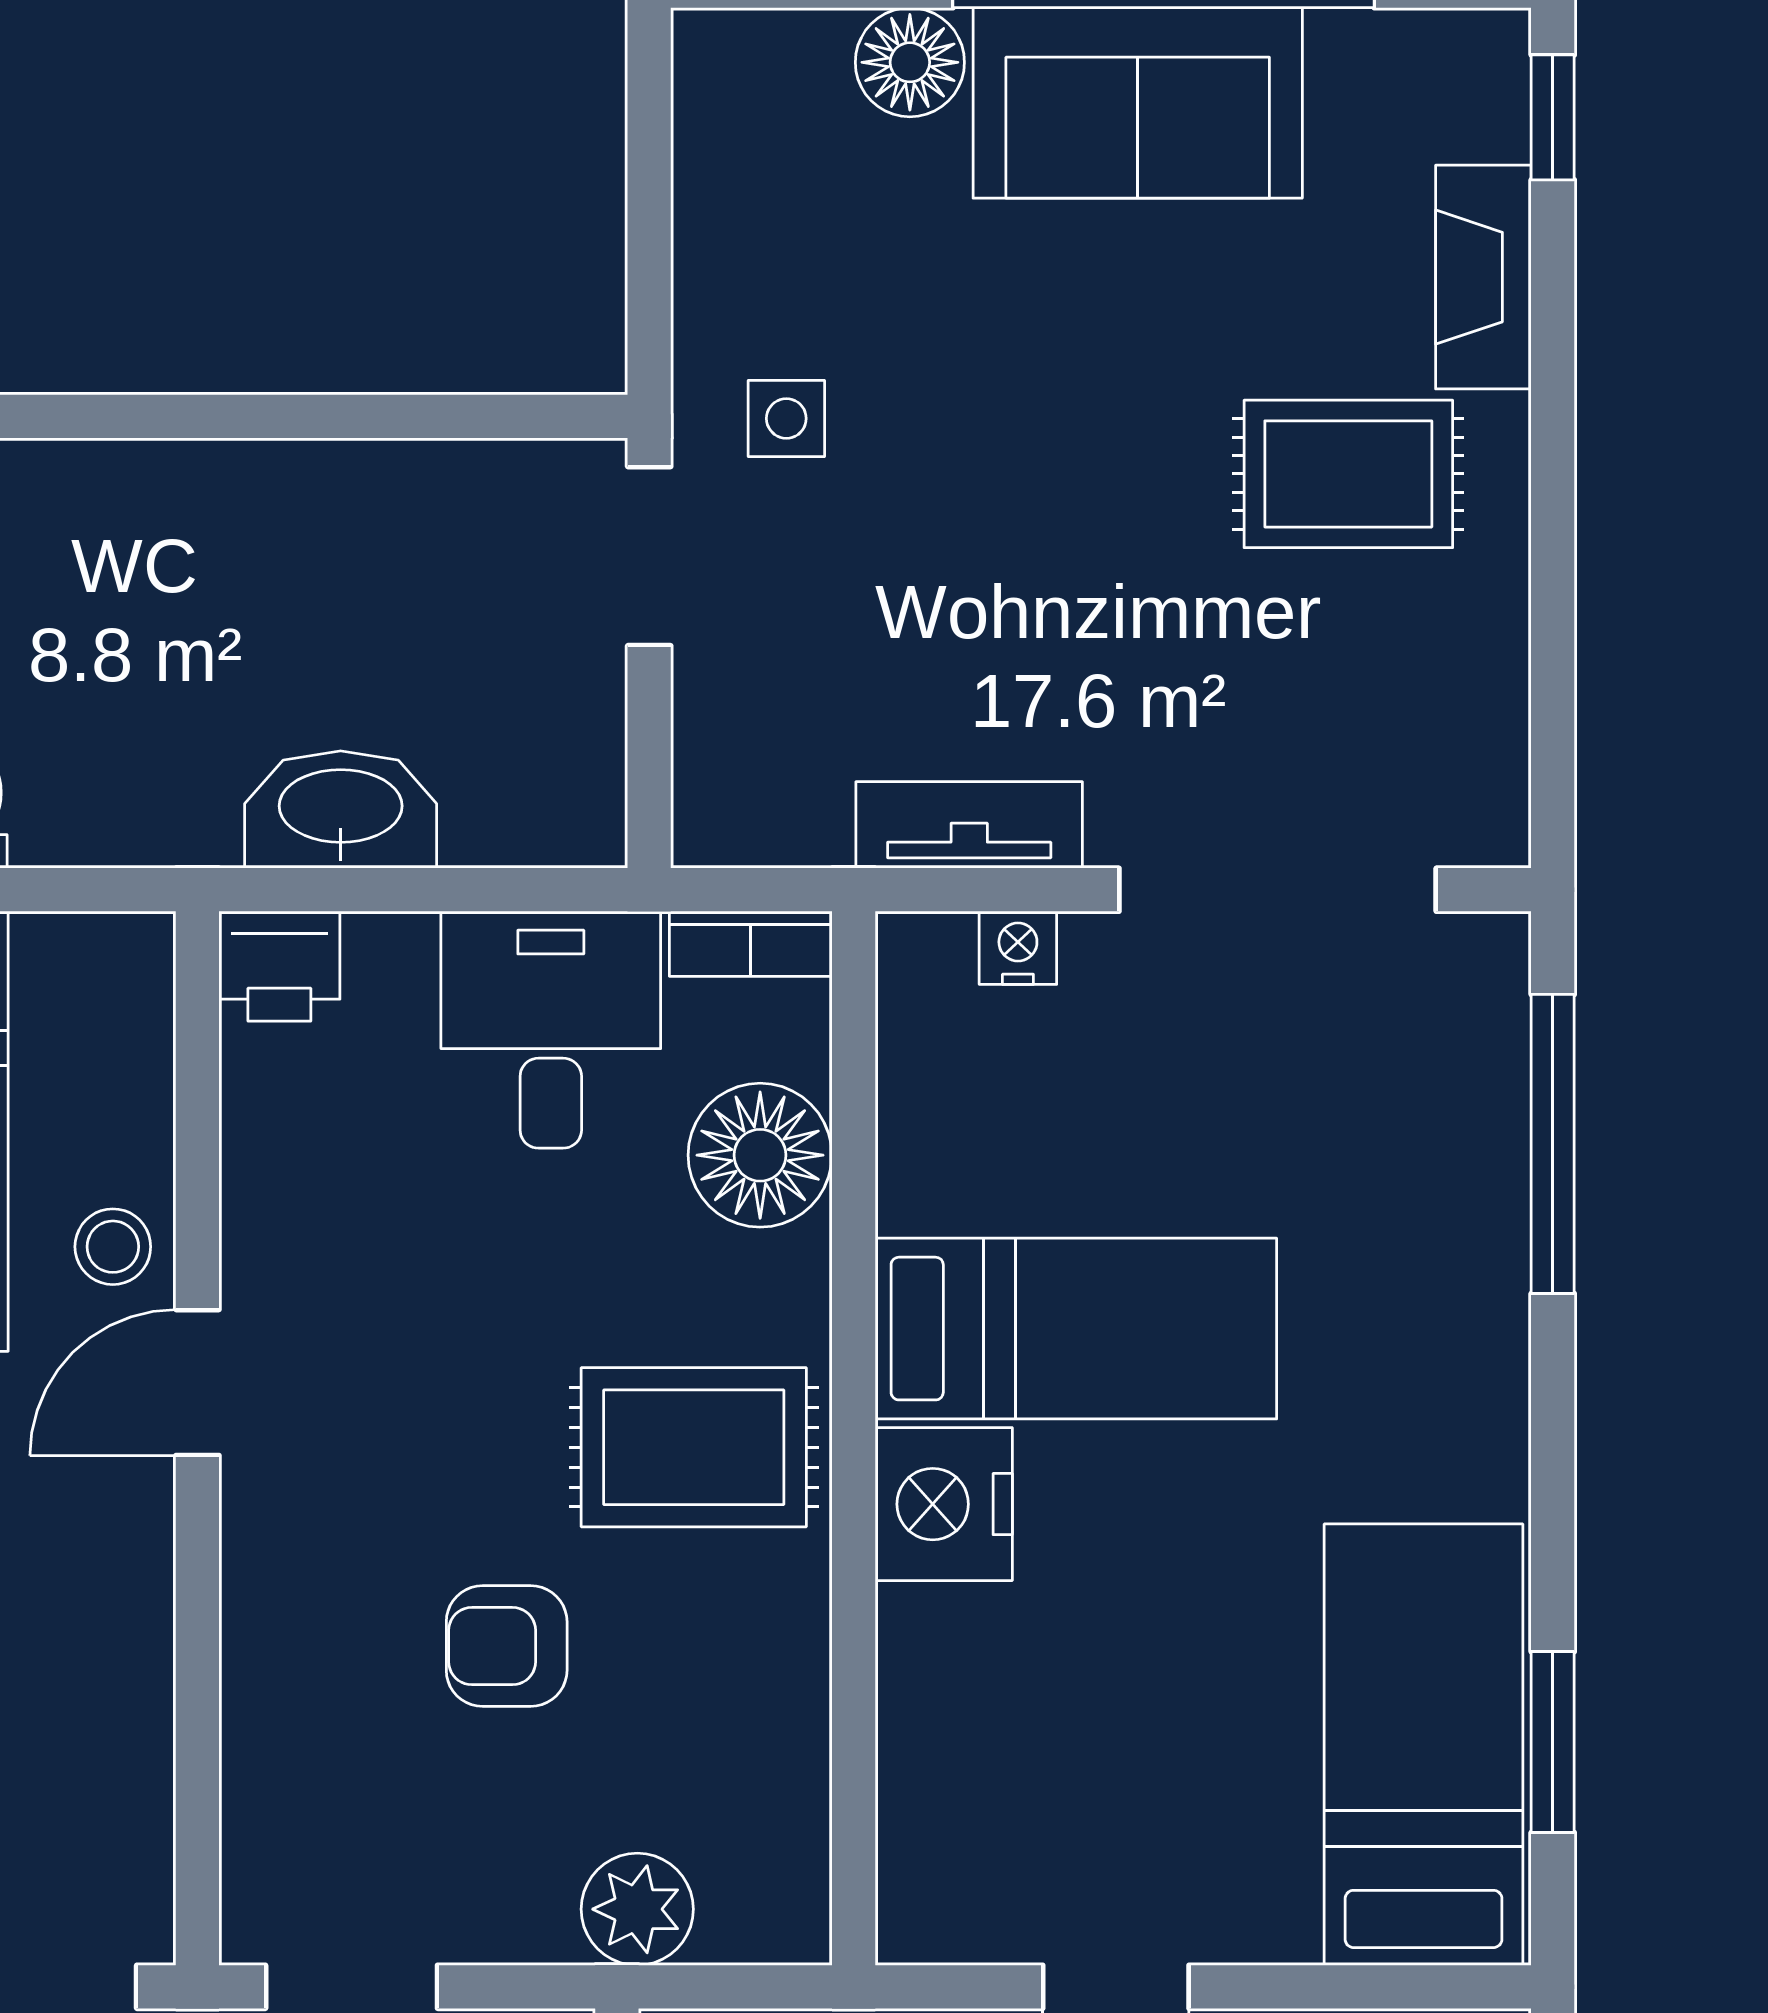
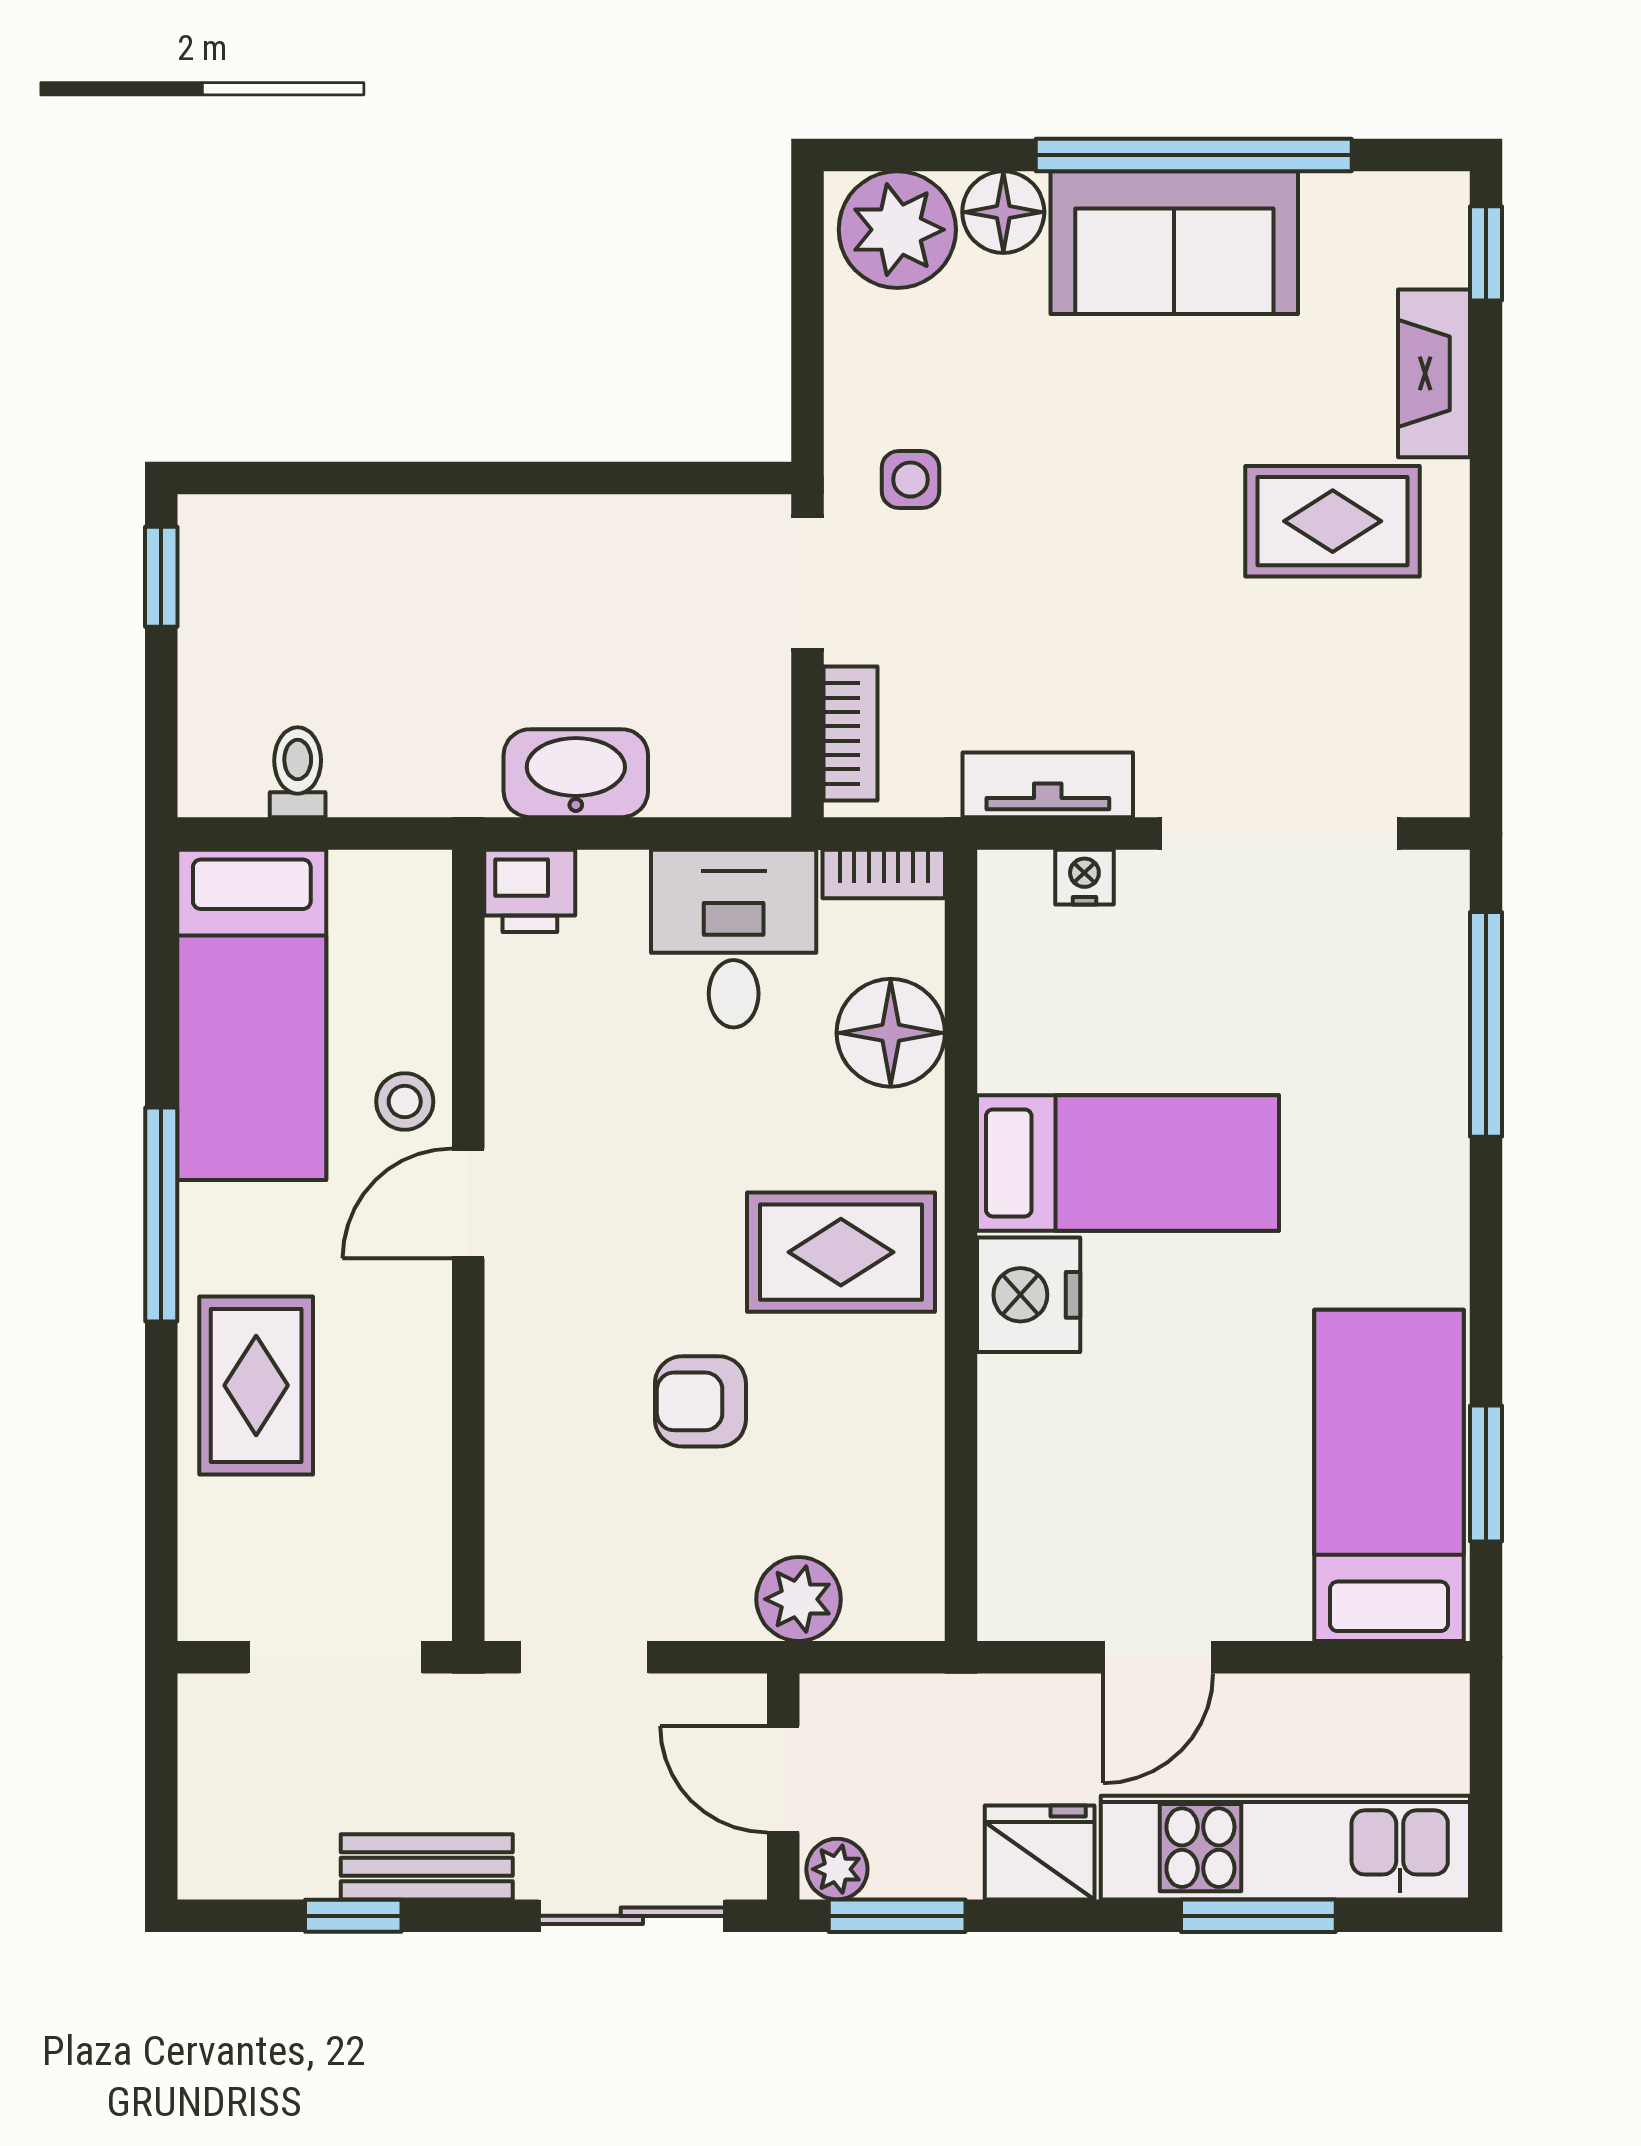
plant: (769, 86) -> (897, 230), added
bookcase: (706, 757) -> (850, 733), added

